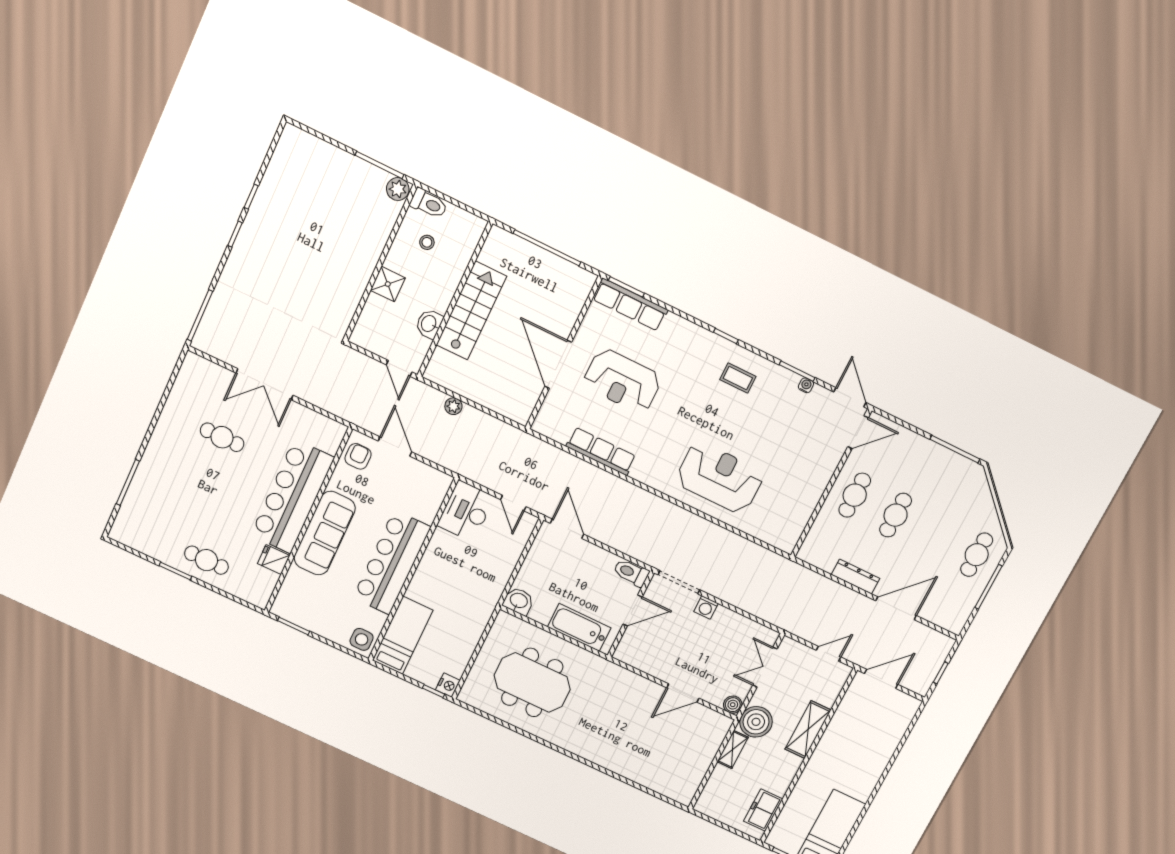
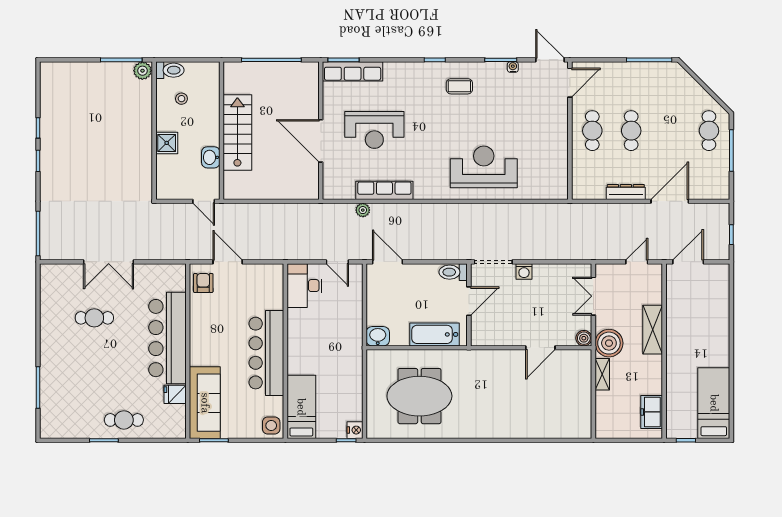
plant: (453, 406) -> (363, 210), moved
sofa: (325, 533) -> (205, 403), moved

